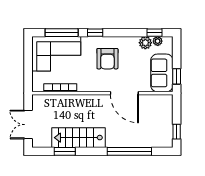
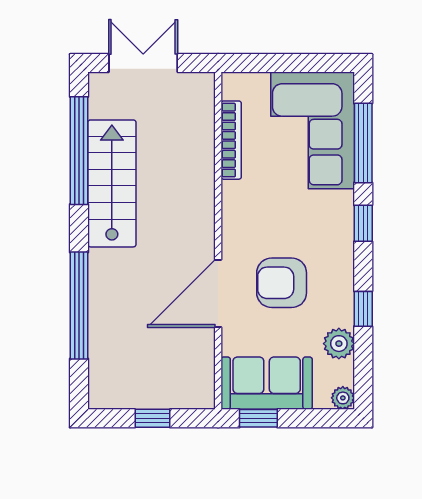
window: (154, 33) -> (363, 309), moved
plant: (158, 41) -> (343, 398), moved
armchair: (107, 59) -> (282, 283), moved
window: (177, 132) -> (153, 418), moved
window: (65, 151) -> (79, 151), width x2.11

